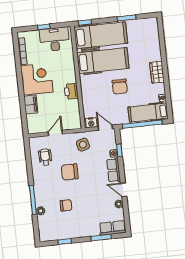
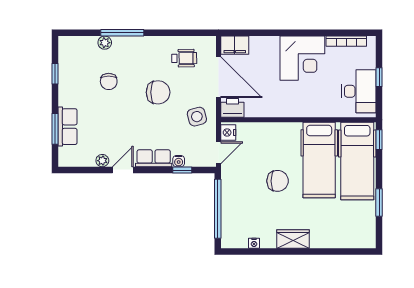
chair: (120, 87) -> (278, 181), turned 180
printer: (71, 91) -> (232, 108), moved
filing cabinet: (31, 105) -> (235, 45), moved
hospital bed: (148, 113) -> (234, 219), removed
door: (55, 133) -> (219, 77), width x1.88
chair: (70, 172) -> (158, 92), turned 90
row of seats: (112, 228) -> (68, 127), moved

